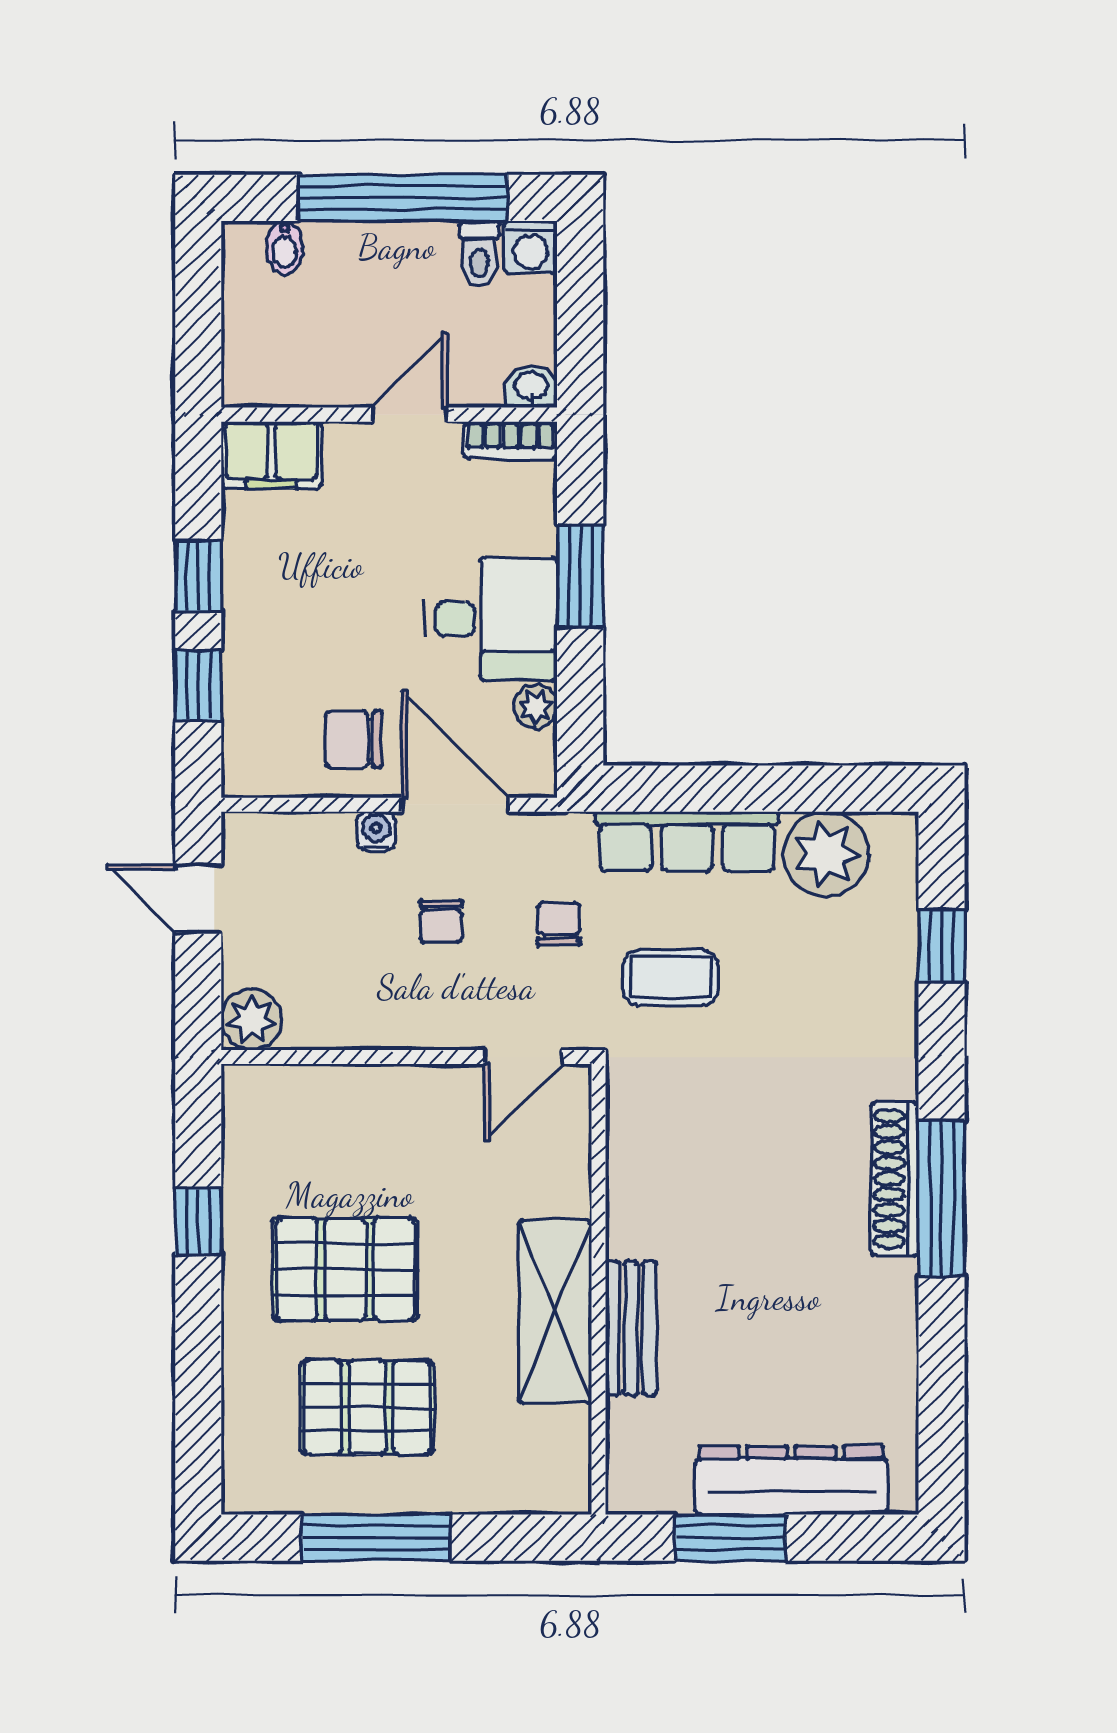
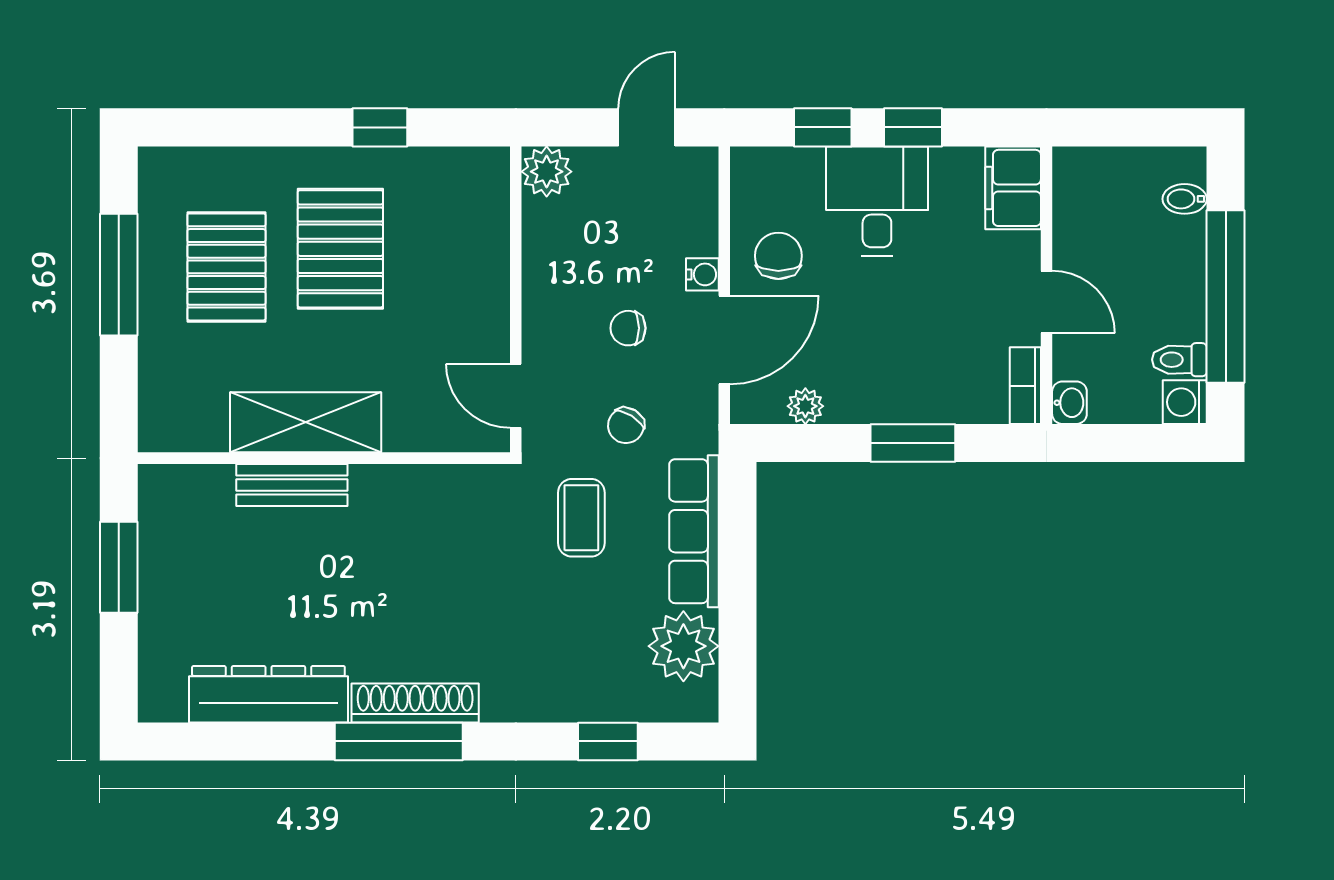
desk: (491, 619) -> (877, 201), moved, turned 180
chair: (559, 924) -> (626, 426), turned 122
dresser: (791, 1480) -> (268, 694), moved, turned -90

